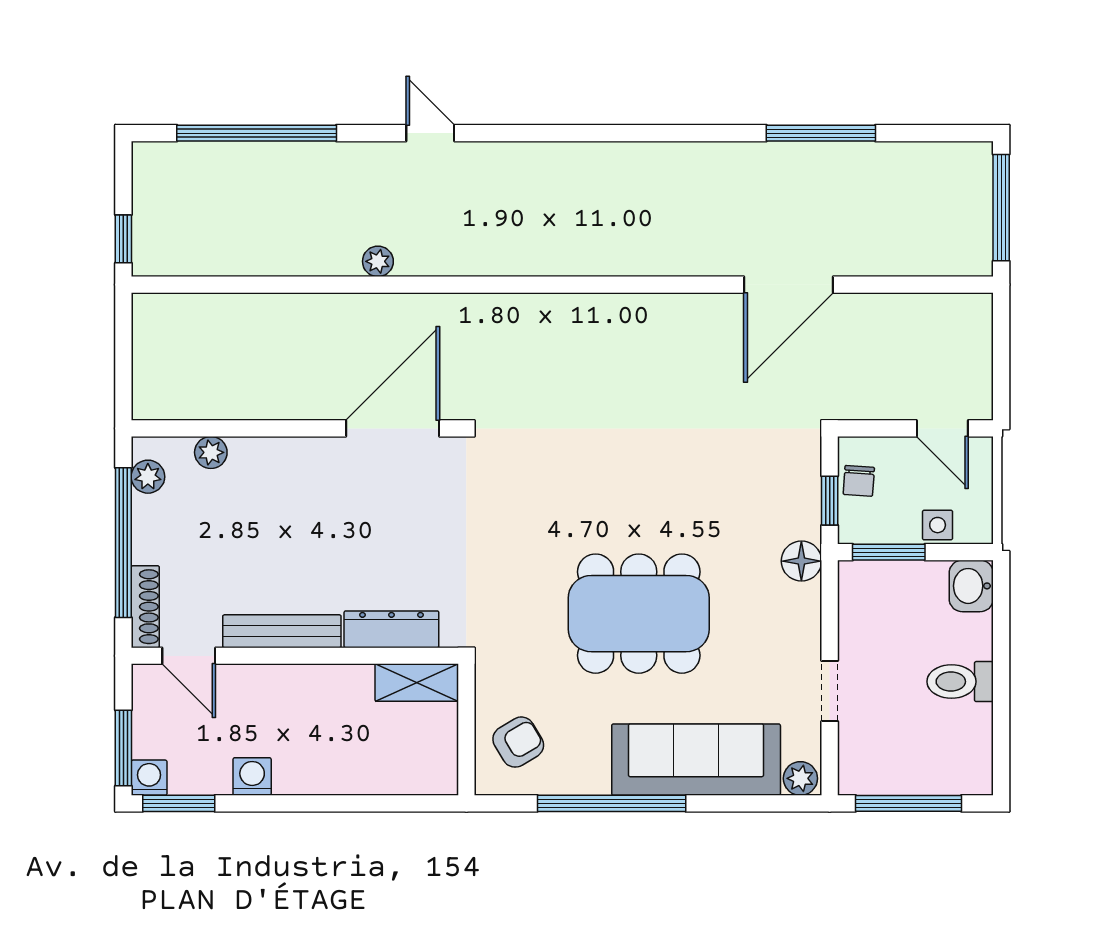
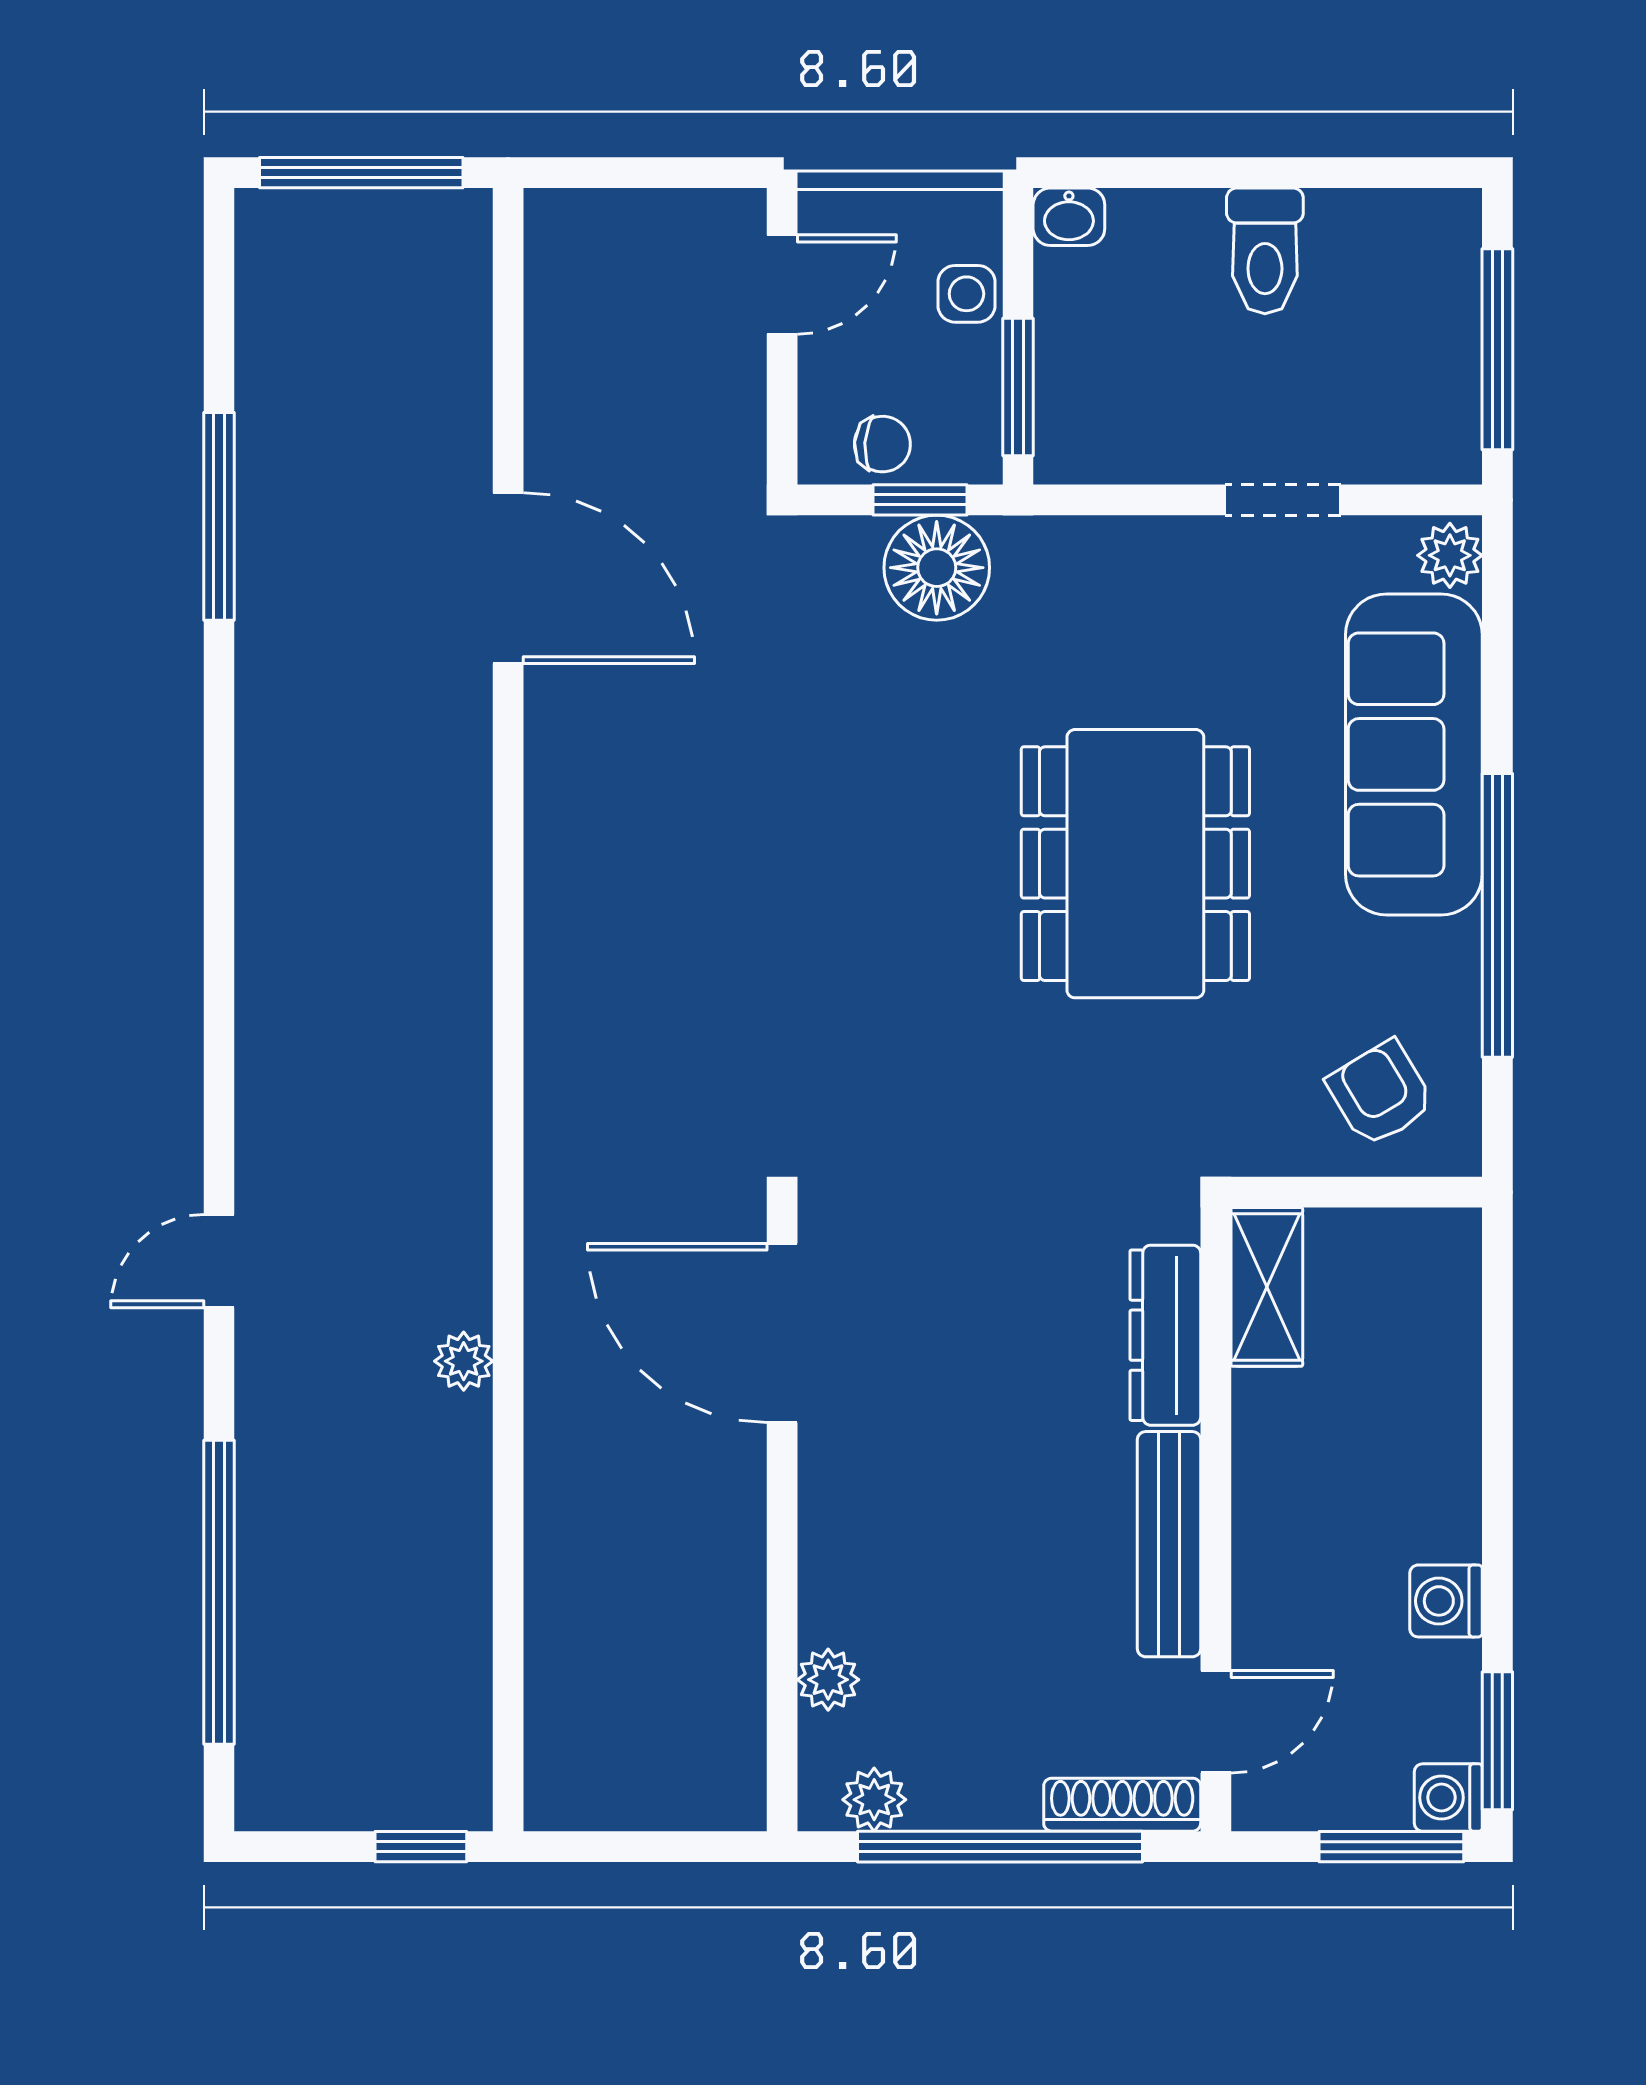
floor lamp: (801, 561) -> (937, 568), moved, width x1.38, depth x1.38
washbasin: (971, 586) -> (1069, 217), width x0.72, depth x0.69

